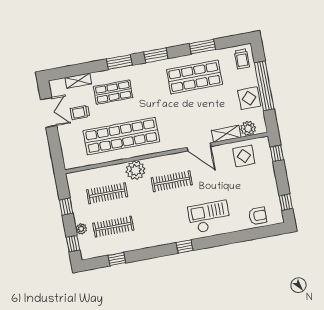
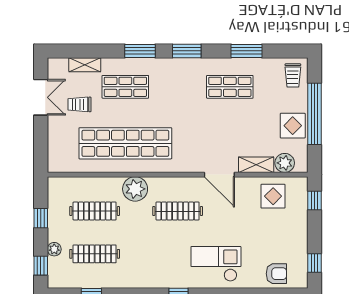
shop shelf: (194, 77) -> (230, 87), width x0.70, depth x0.74

